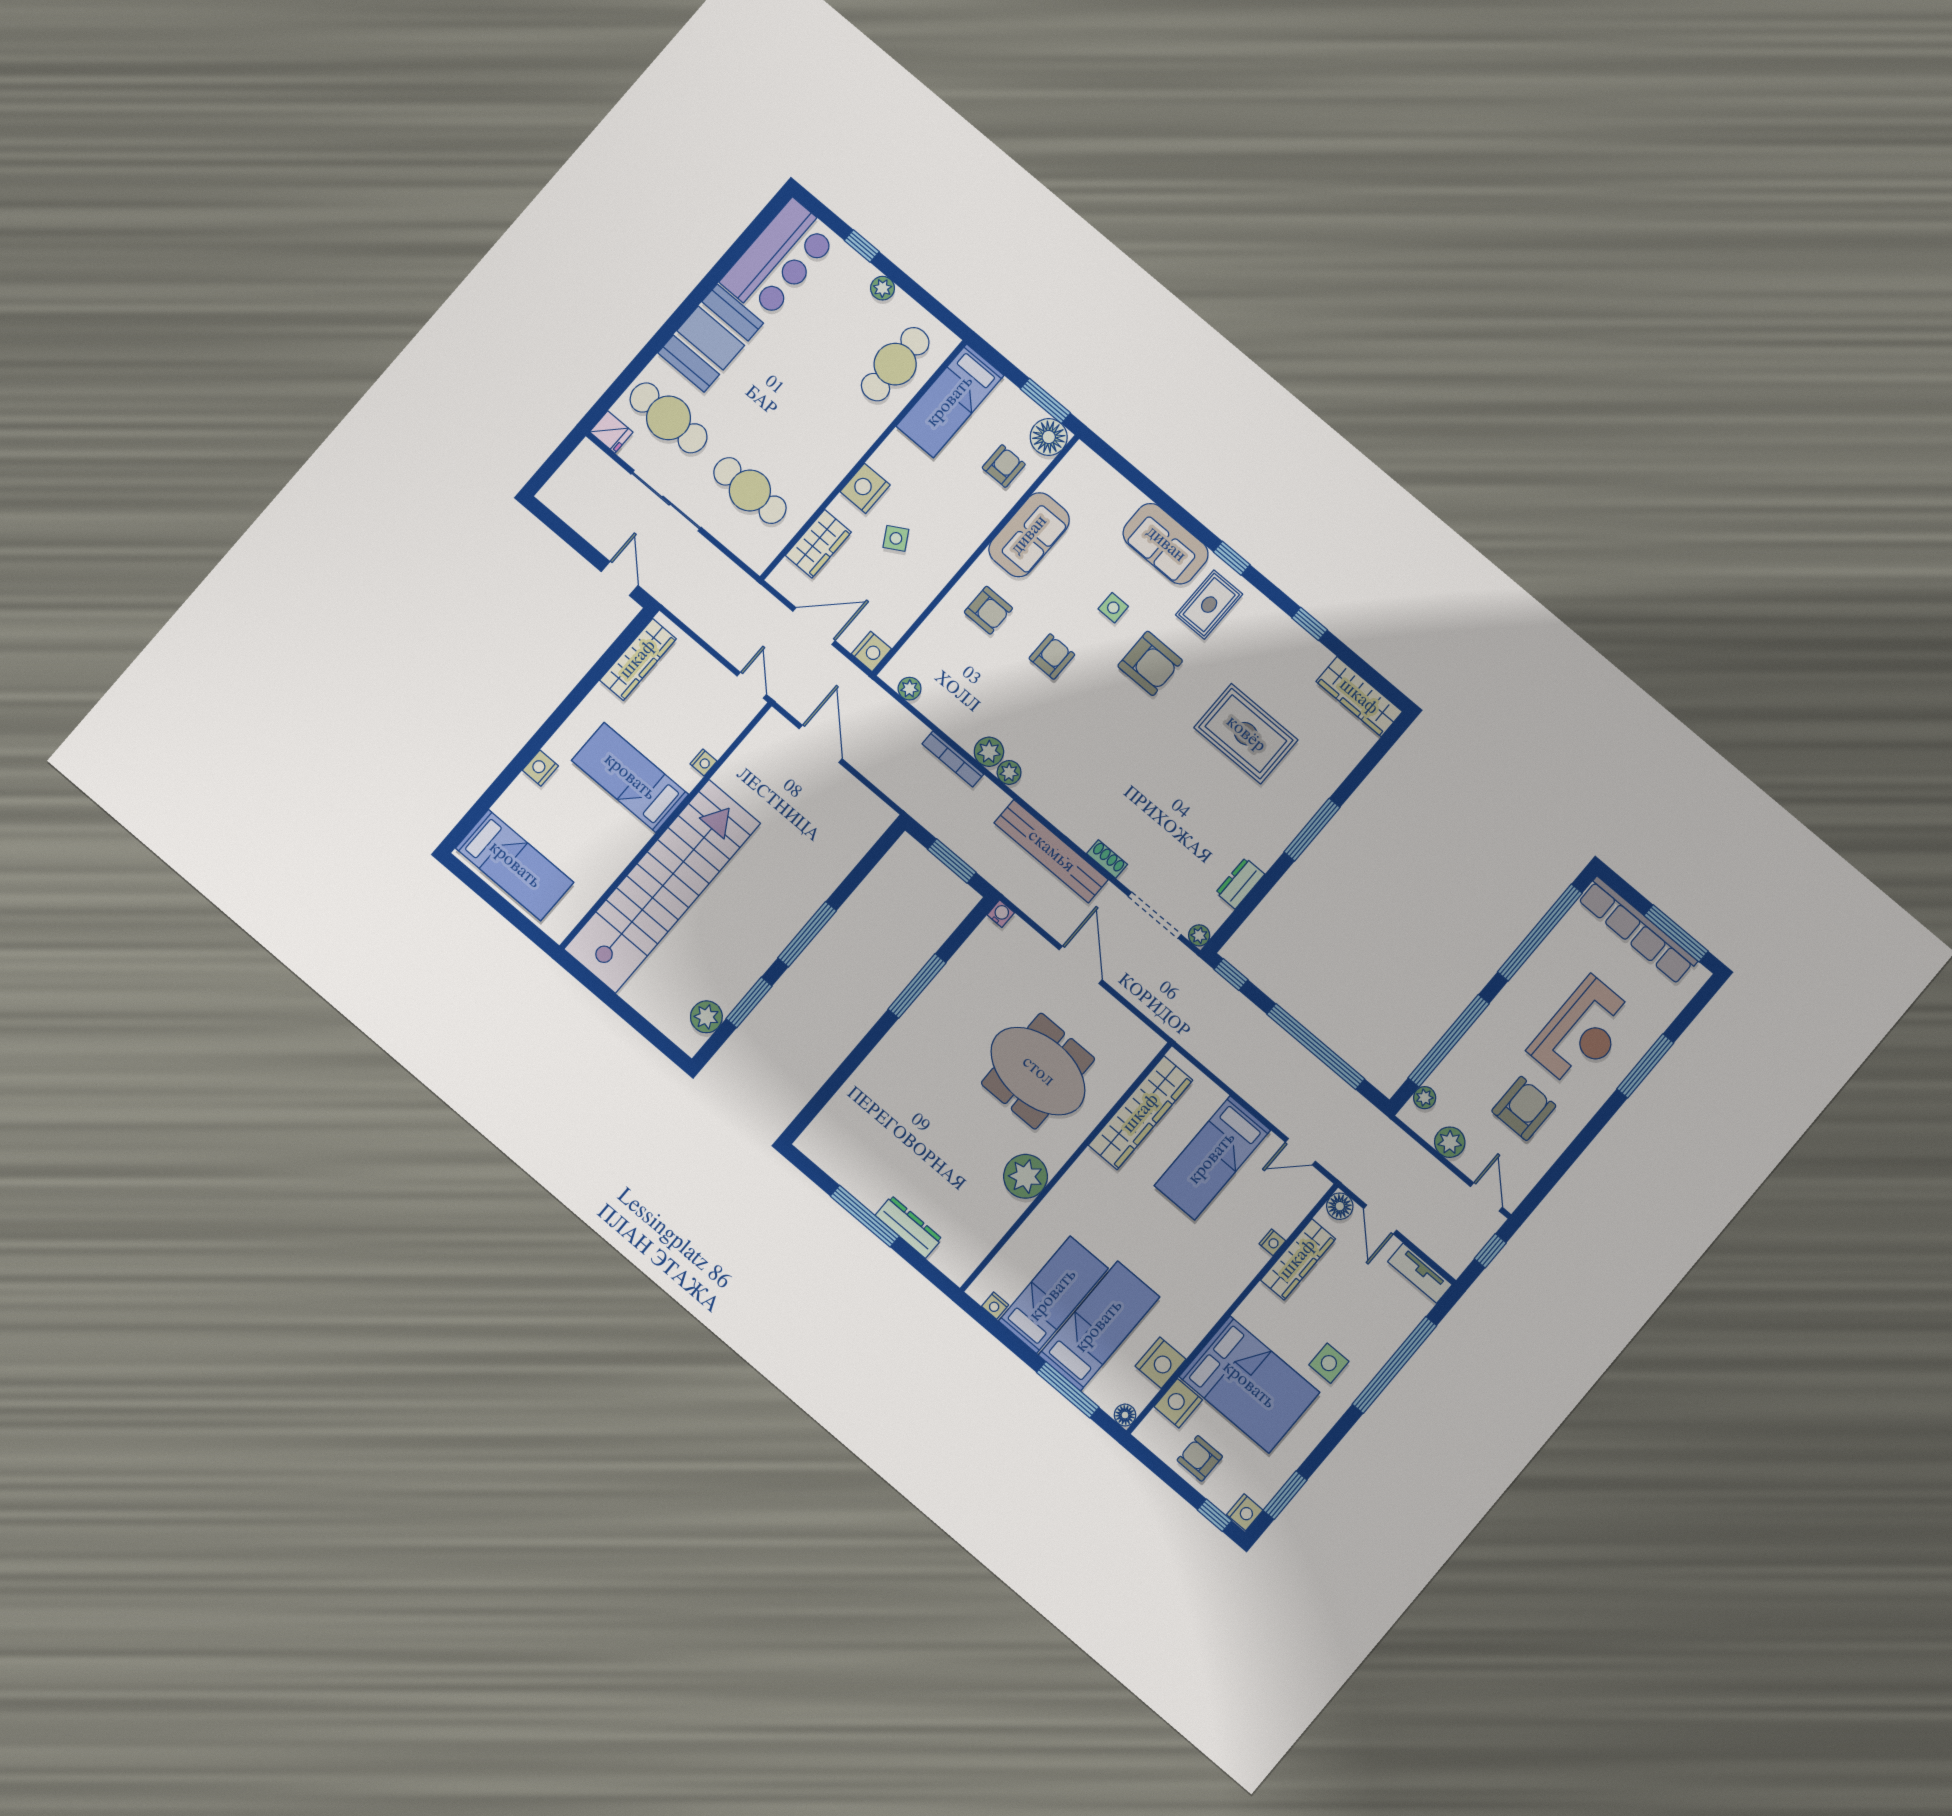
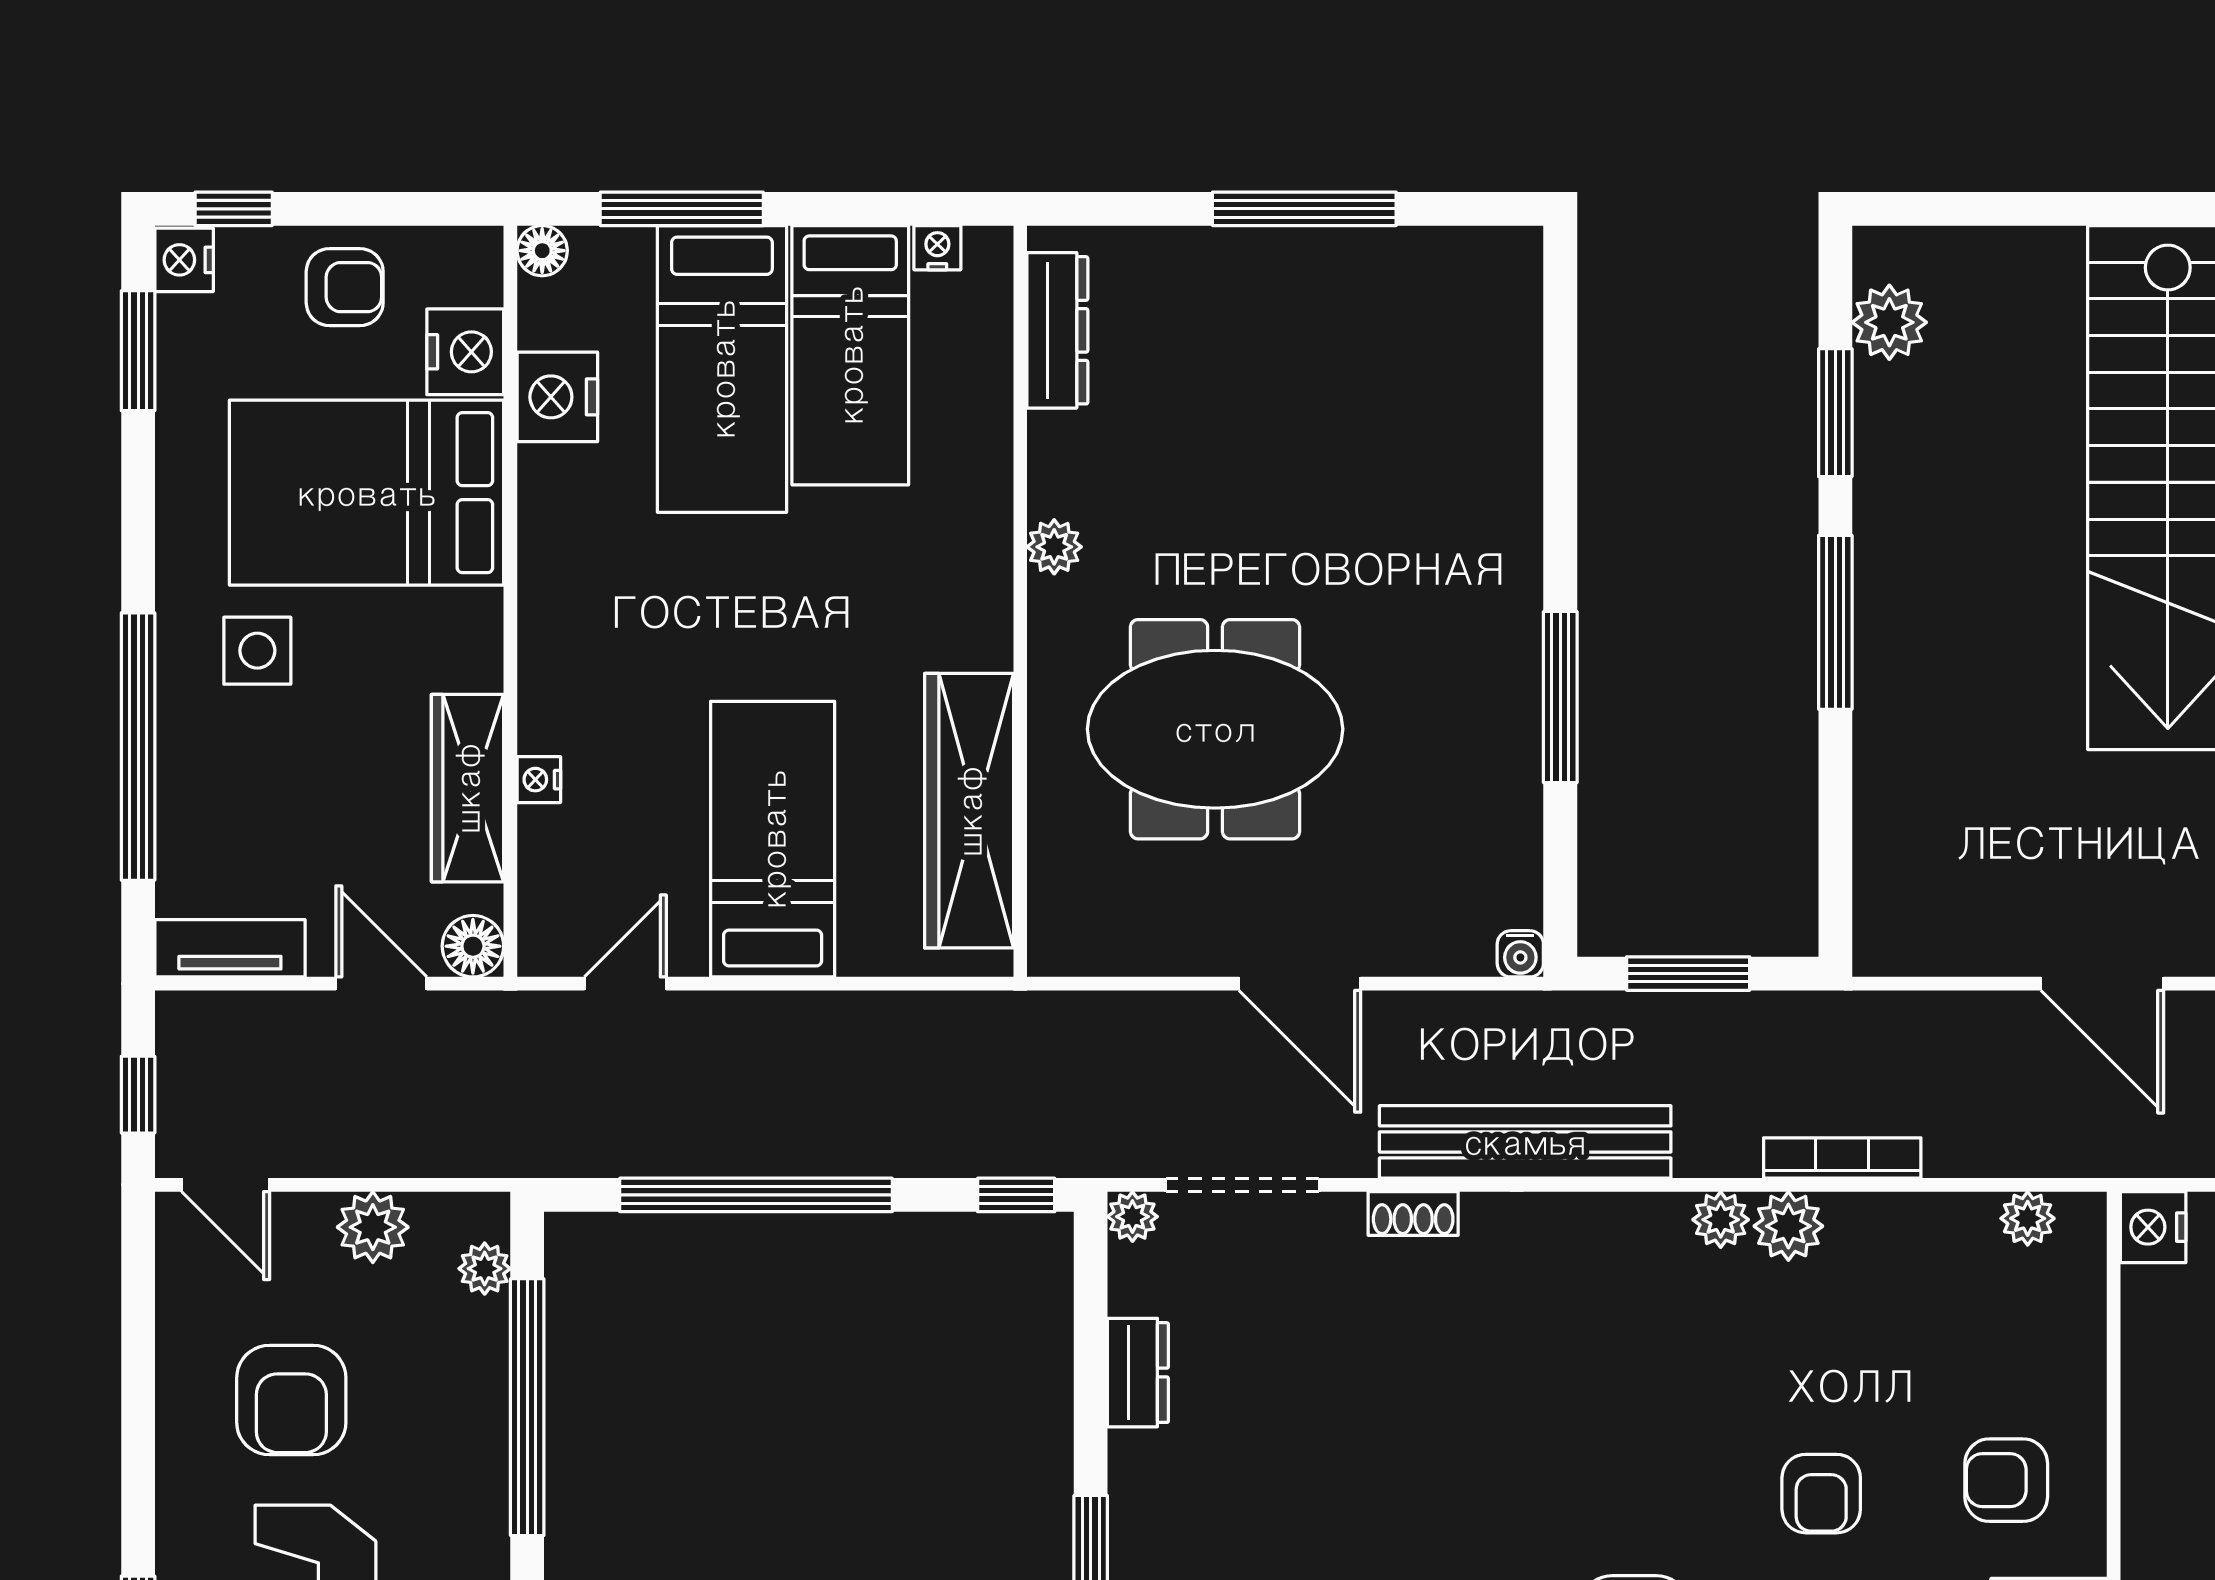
plant: (1026, 1176) -> (1054, 547), width x0.53, depth x0.53
dresser: (909, 1227) -> (1057, 330), moved, turned -90

